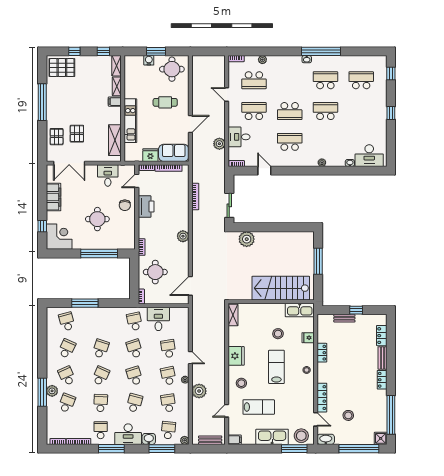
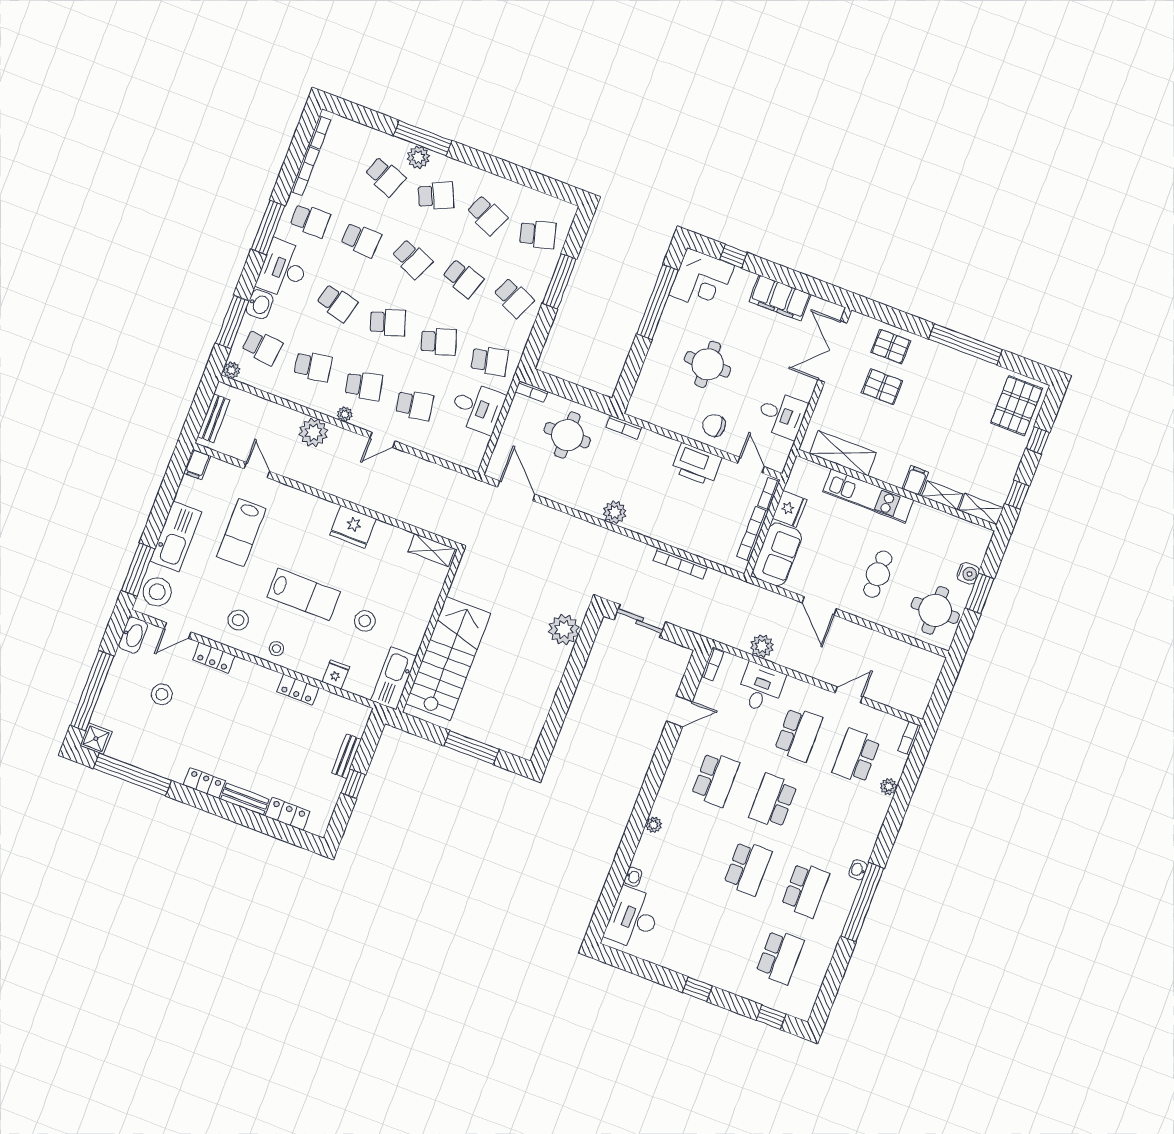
window: (99, 254) -> (658, 302), moved
school desk: (101, 321) -> (514, 298), added
stool: (241, 383) -> (238, 620), moved
locker: (322, 398) -> (214, 658), width x0.66

